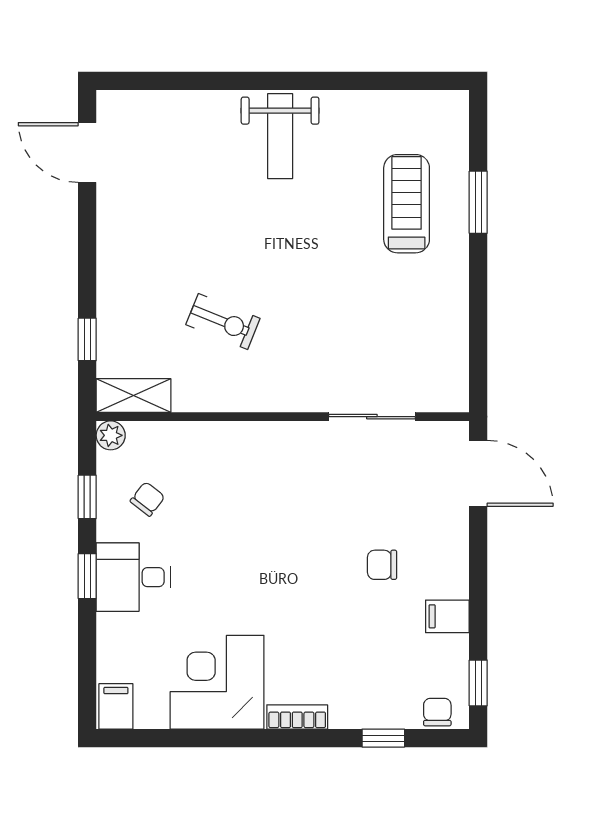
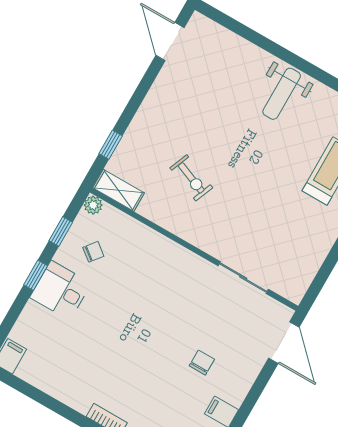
chair: (382, 565) -> (202, 363), turned 90
corner desk: (217, 682) -> (74, 375), removed

